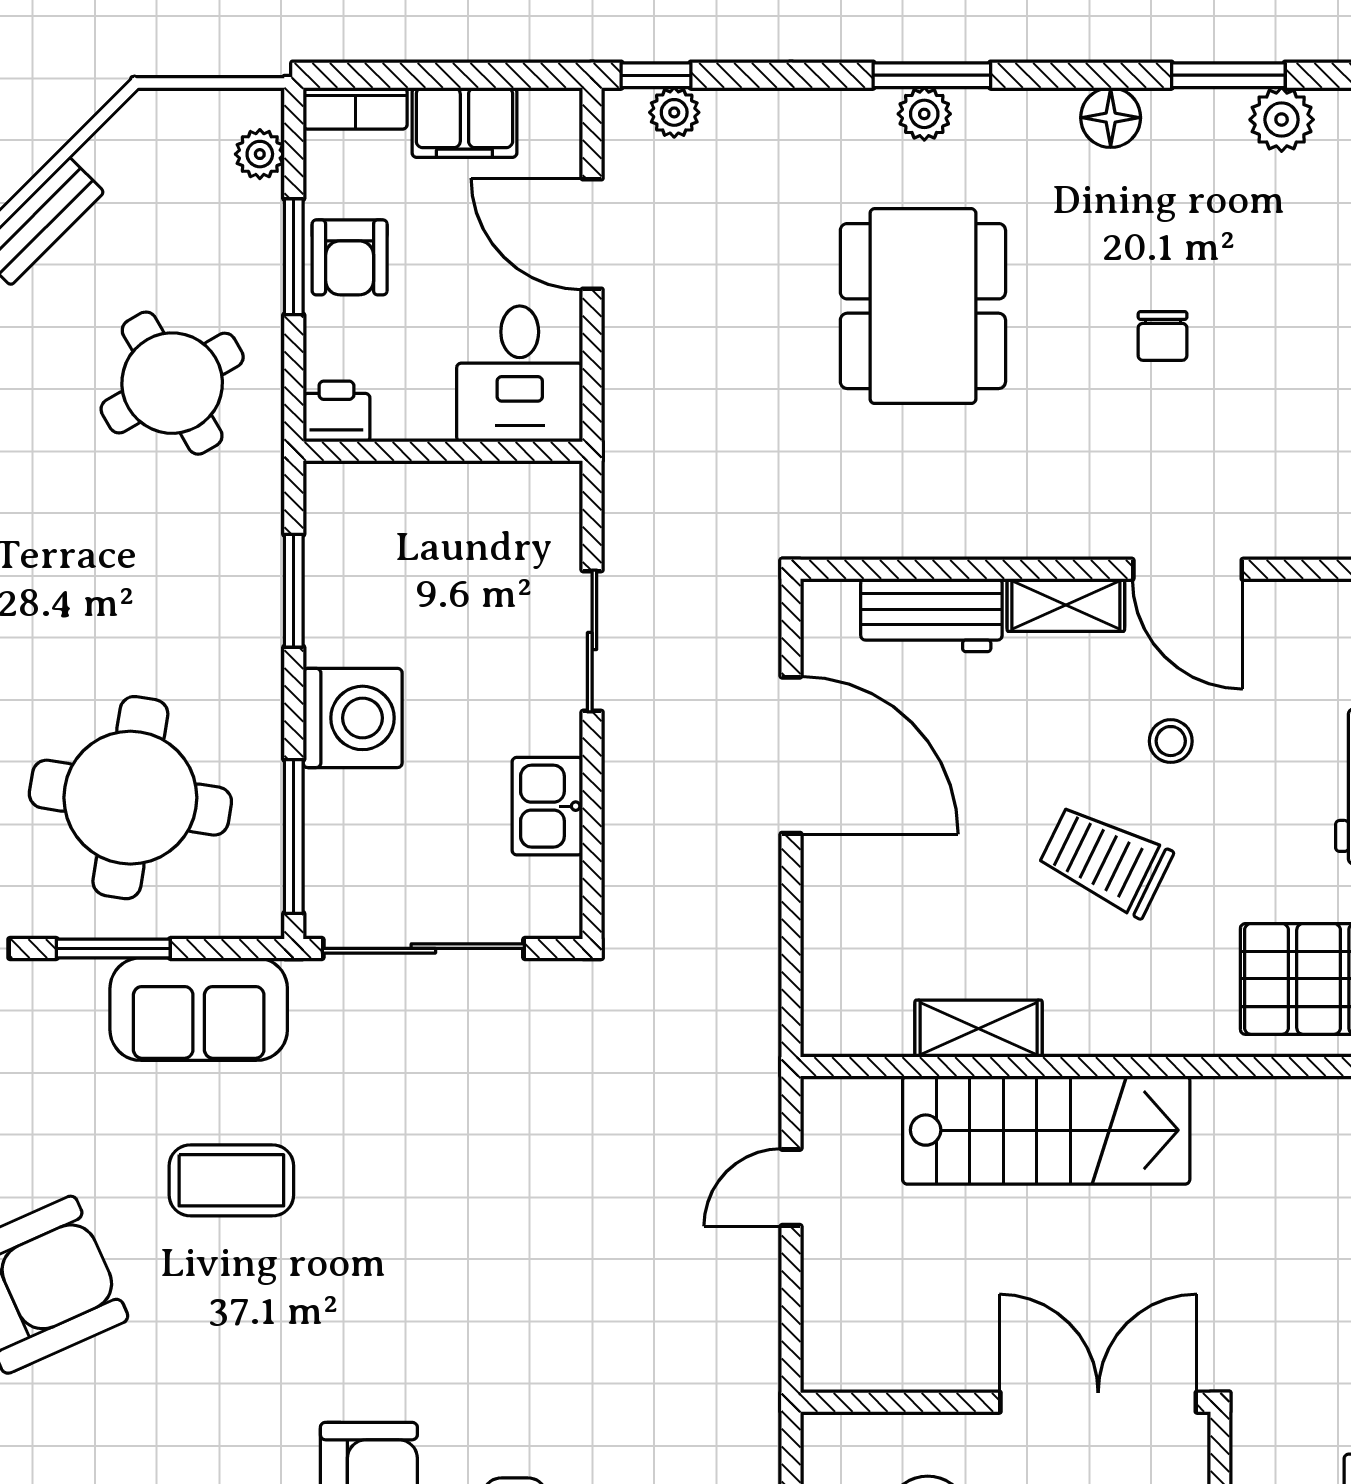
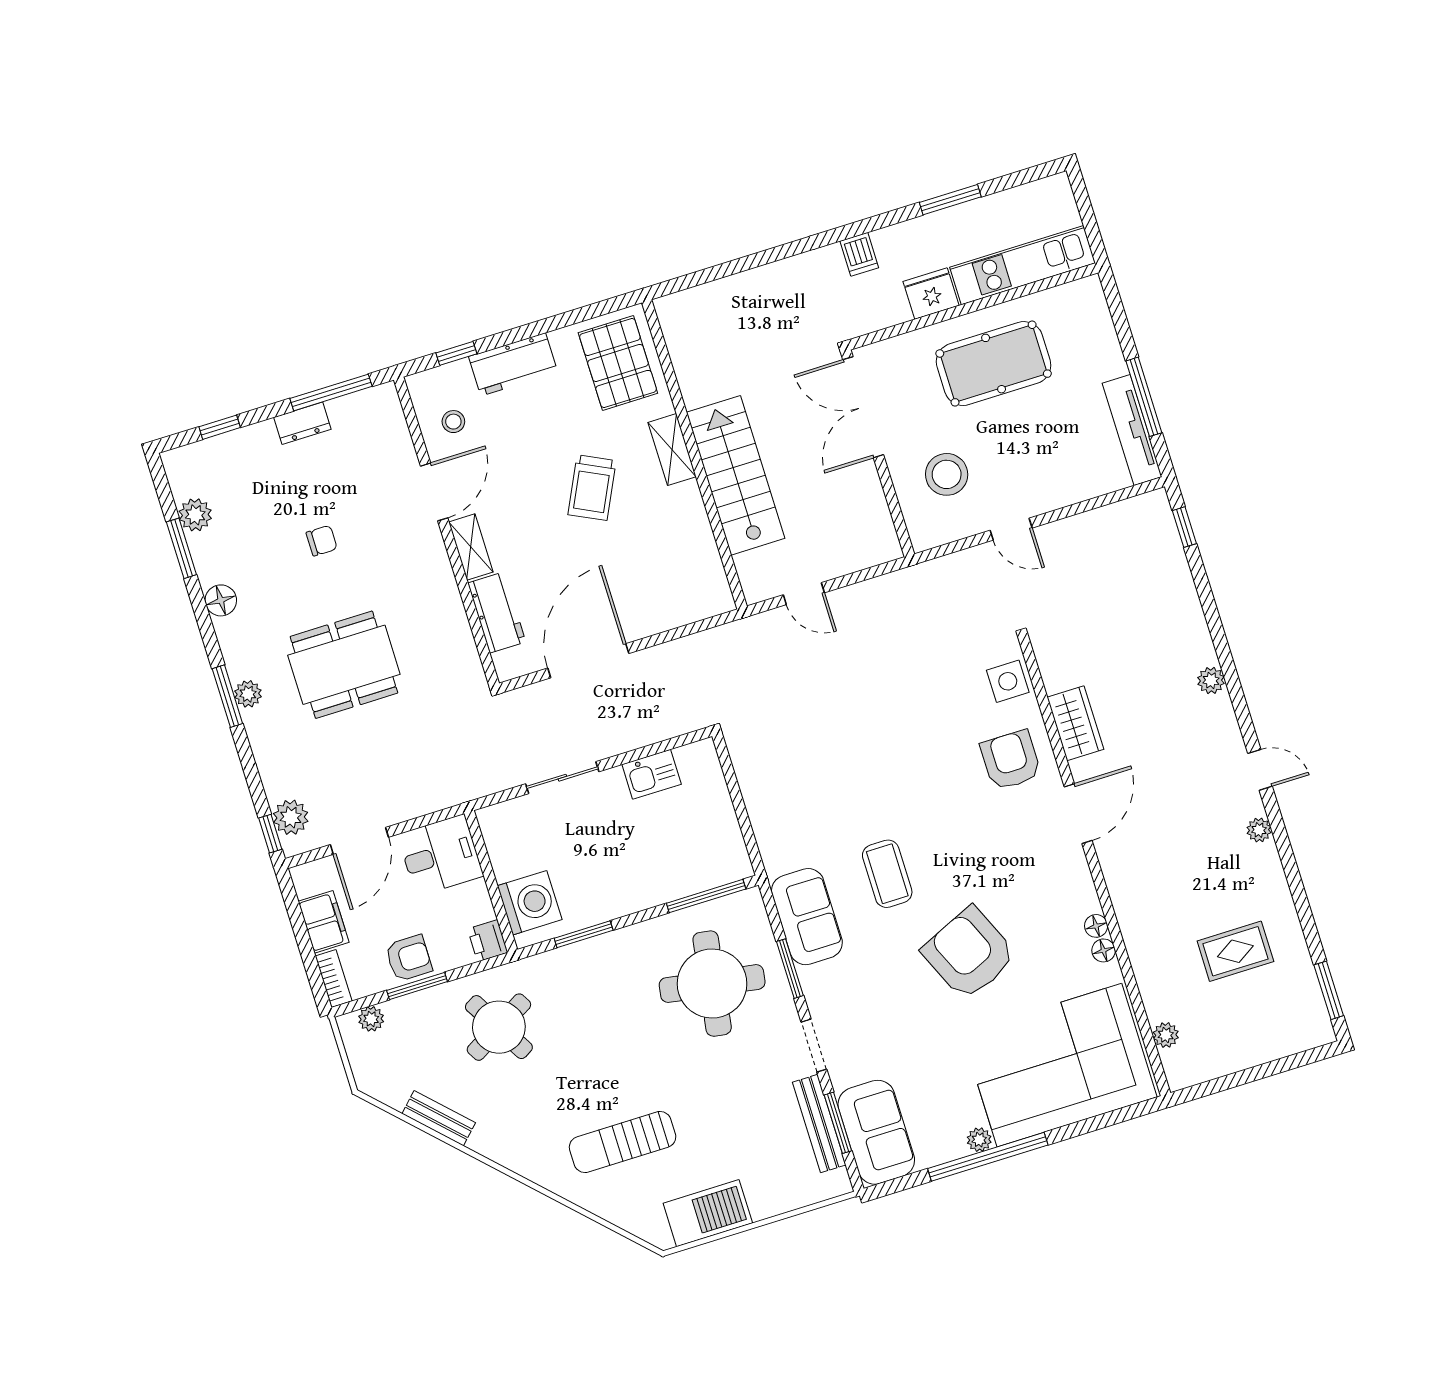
plant: (674, 112) -> (291, 817), width x1.38, depth x1.38
washing machine: (353, 718) -> (530, 903), moved, turned 90
stool: (1171, 741) -> (453, 422), moved
sliding door: (423, 948) -> (742, 814), removed
shelving: (979, 1029) -> (672, 450), moved

